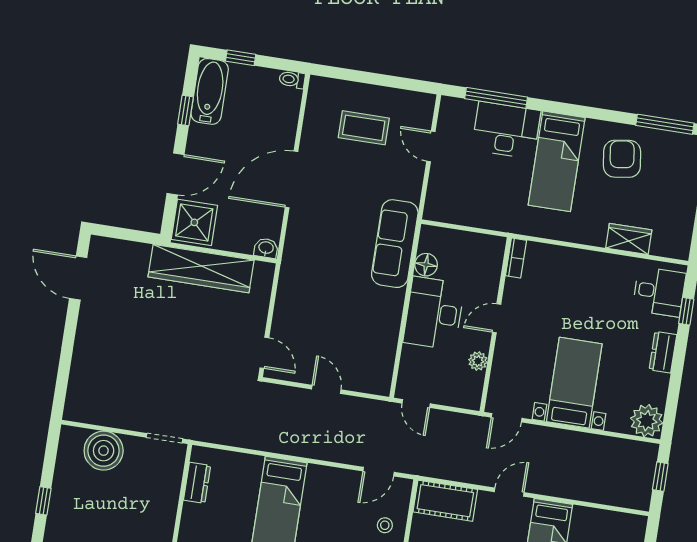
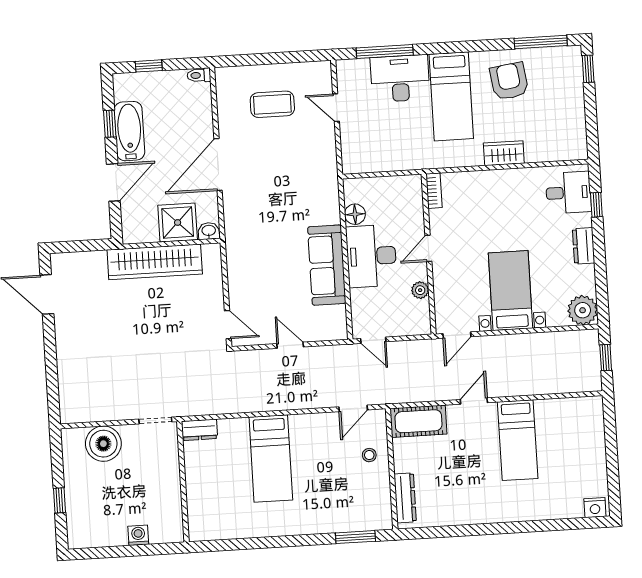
bathtub: (210, 91) -> (129, 131), moved
shower: (194, 222) -> (178, 222), moved
wardrobe: (629, 239) -> (504, 153), moved
sofa: (395, 244) -> (327, 265), moved
dresser: (197, 483) -> (199, 430), moved, turned 90

